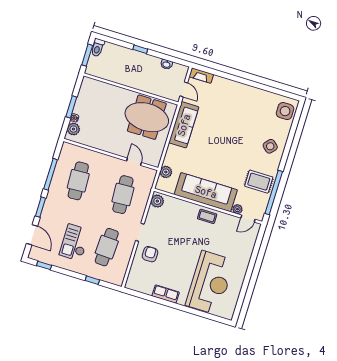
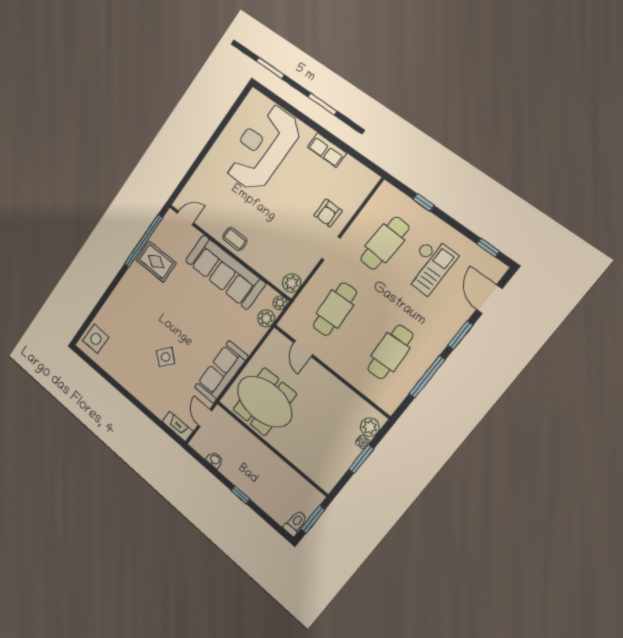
side table: (270, 146) -> (166, 357), moved
plant: (237, 209) -> (280, 303), moved

